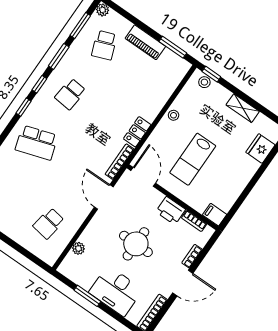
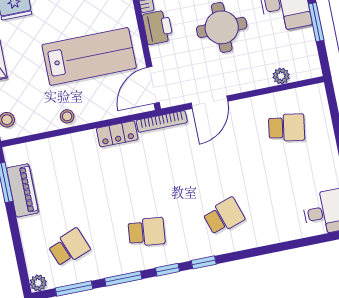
piano: (145, 42) -> (22, 190), moved
school desk: (37, 143) -> (224, 216), width x0.54
lab bench: (193, 159) -> (89, 56), width x1.36, depth x1.39

